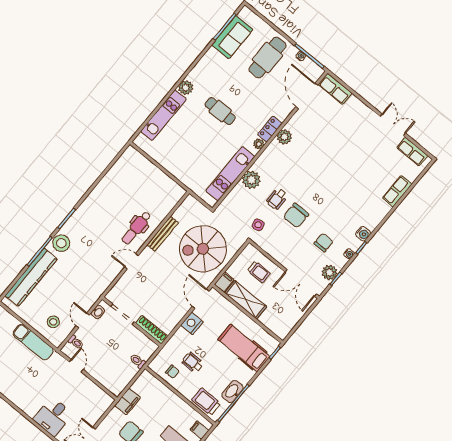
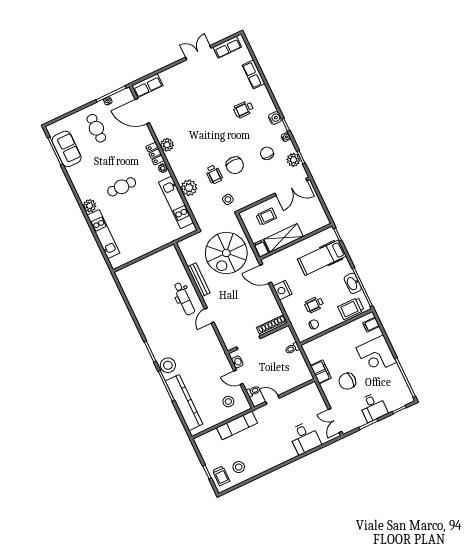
cafe table: (267, 57) -> (96, 128), width x0.73, depth x0.74
wheelchair: (357, 198) -> (243, 109), added

